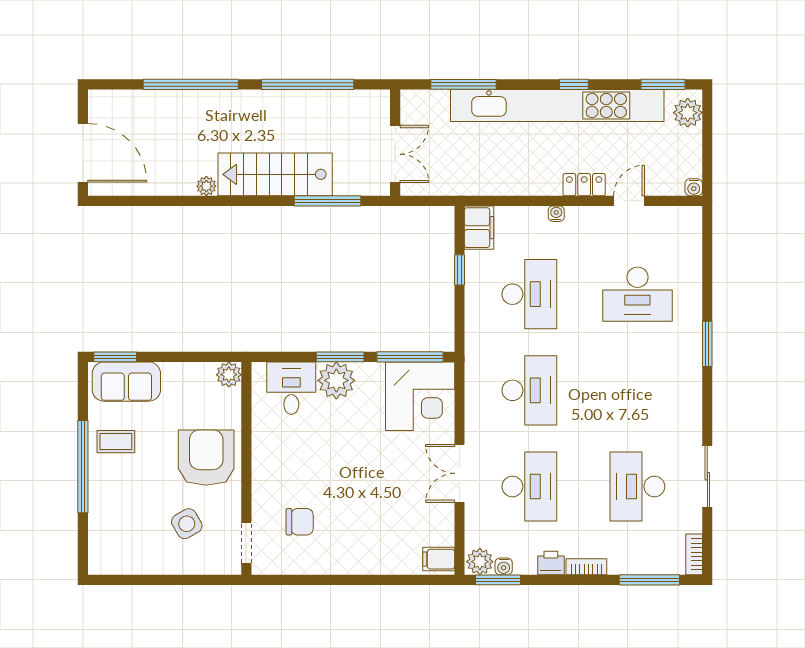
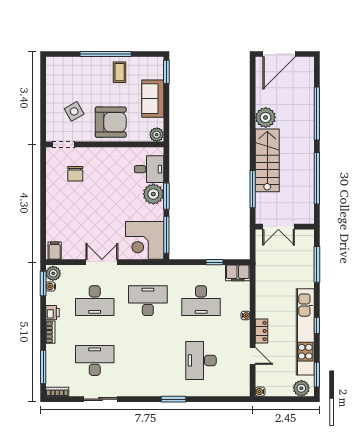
kitchen unit: (557, 105) -> (305, 332), width x0.73
plant: (206, 186) -> (266, 117), width x1.87, depth x1.87
sofa: (126, 382) -> (153, 99), moved
desk: (529, 390) -> (148, 301), turned 180

